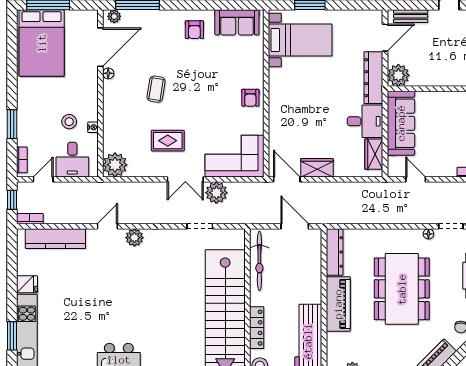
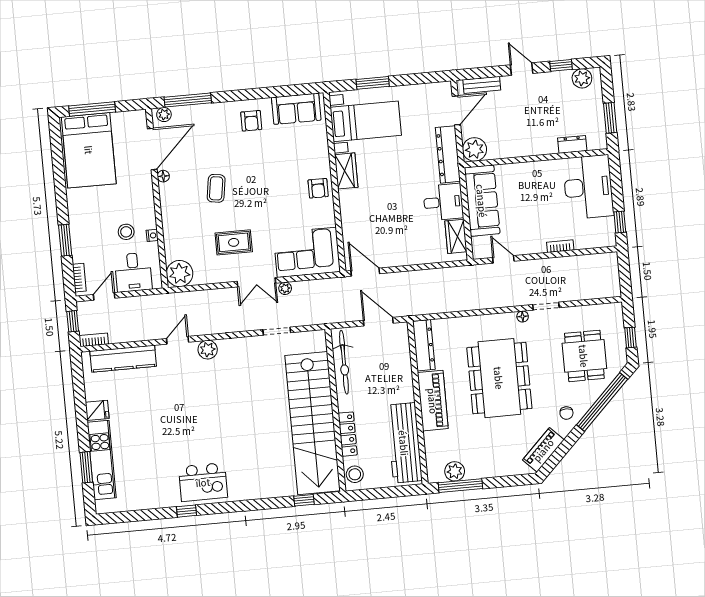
wardrobe: (317, 168) -> (346, 171), moved, turned 90
plant: (216, 193) -> (285, 288), width x0.53, depth x0.53

